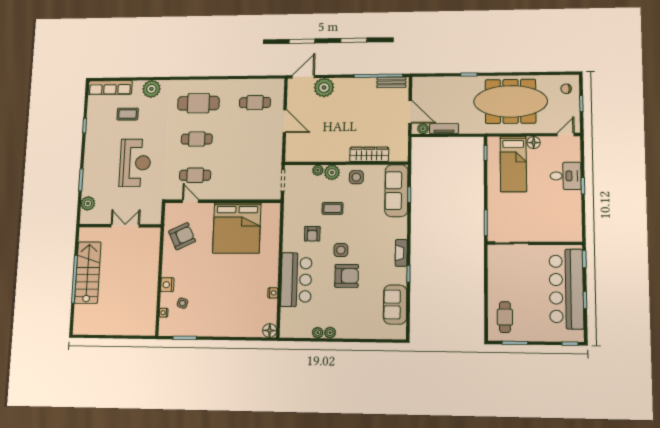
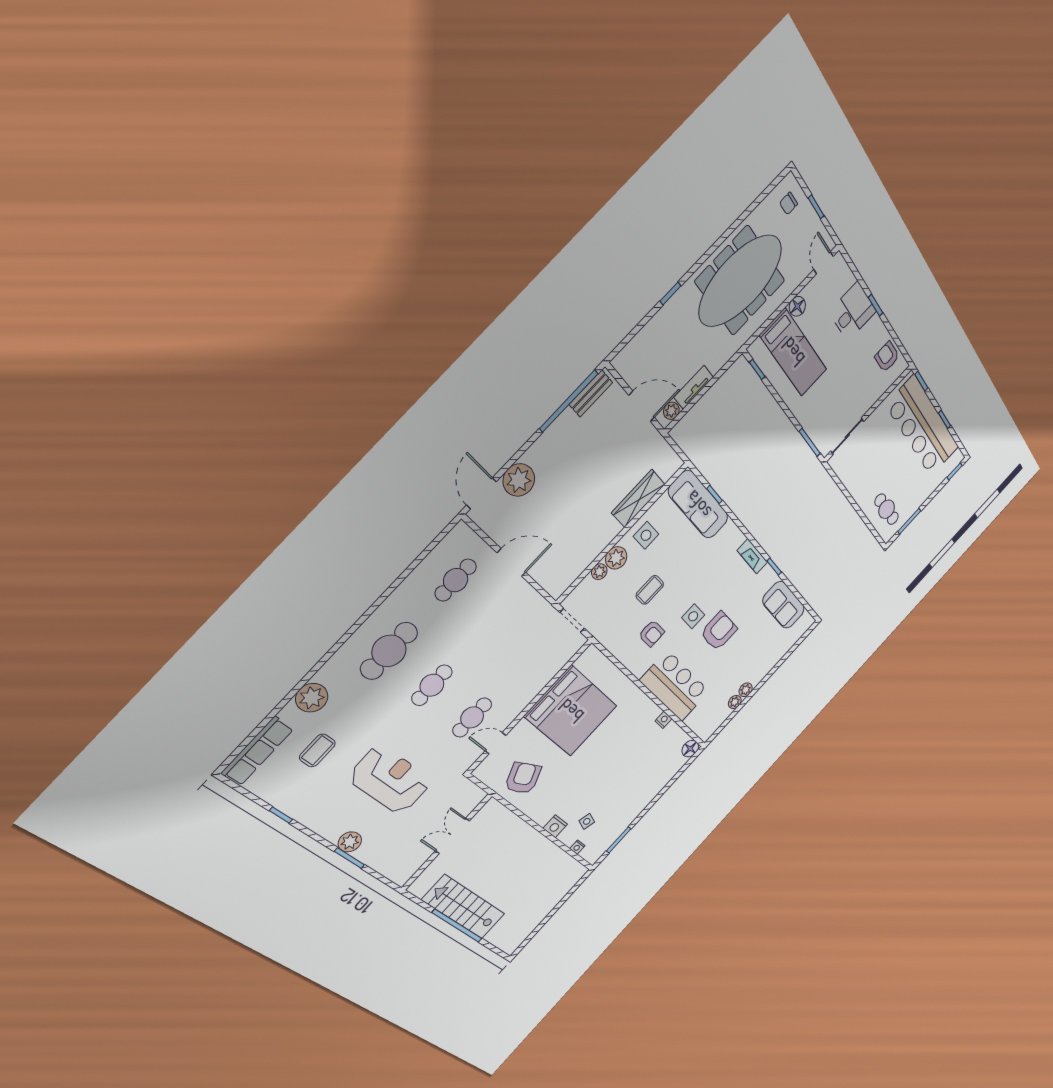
plant: (88, 203) -> (350, 842), moved
armchair: (570, 222) -> (887, 357), added

